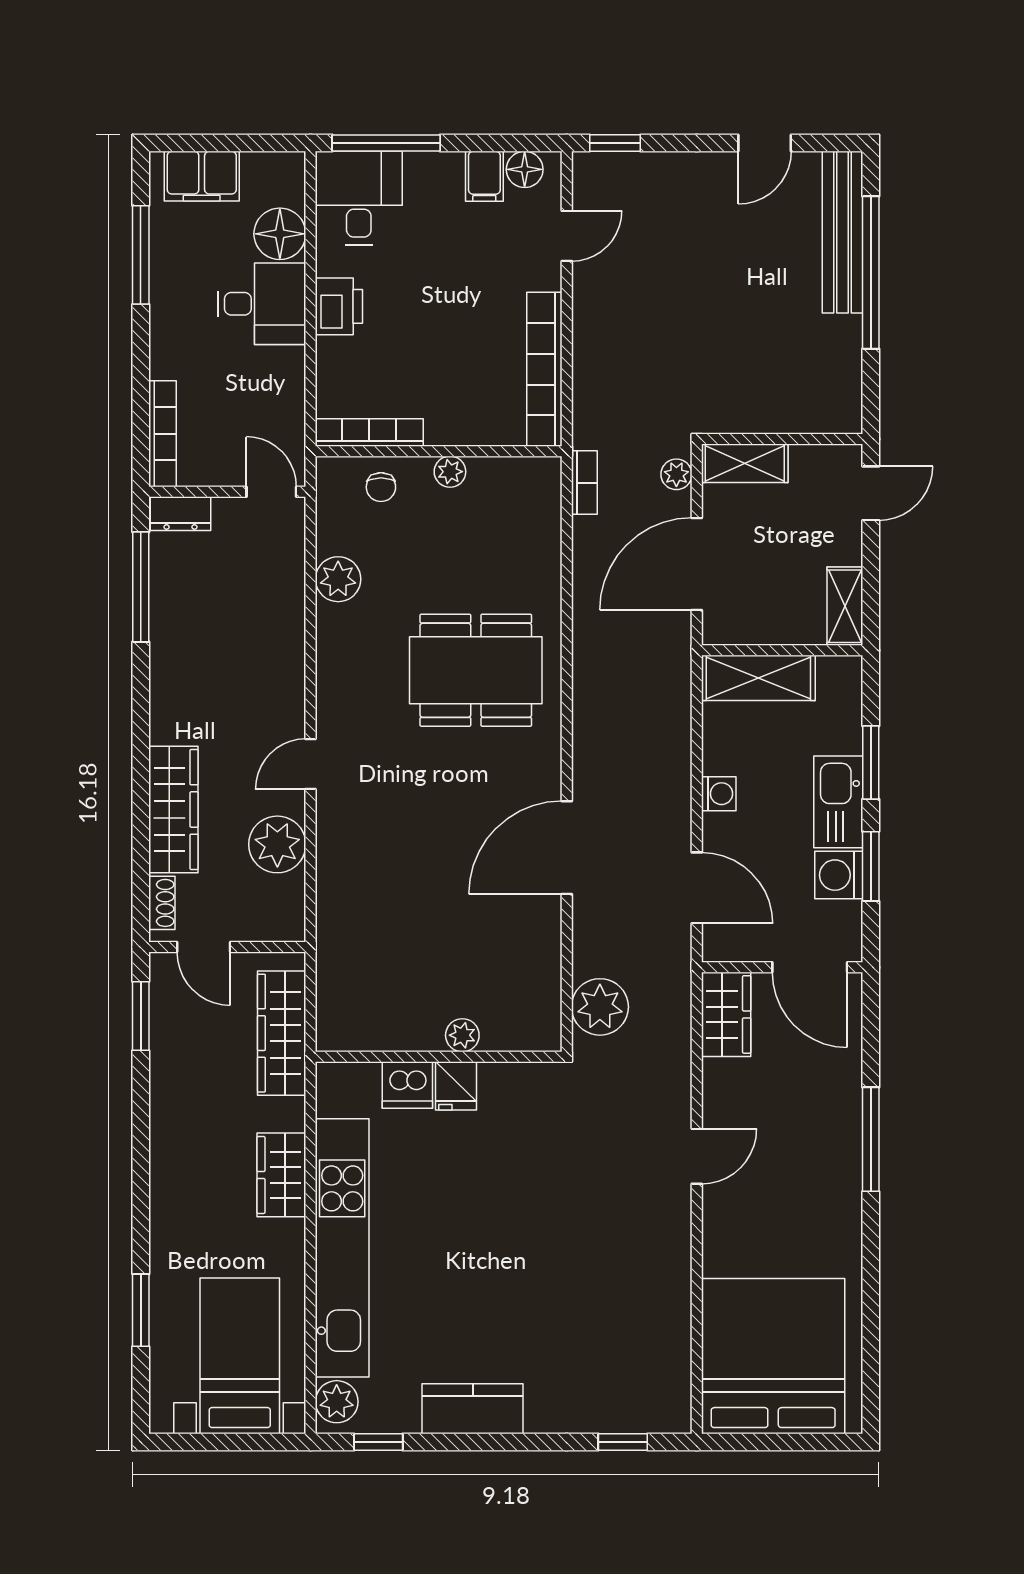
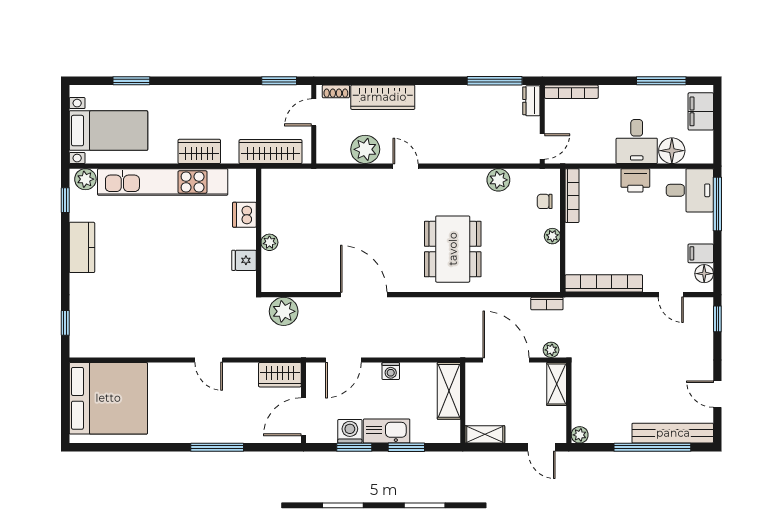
plant: (846, 417) -> (580, 435), added
fridge: (456, 1086) -> (244, 260), moved

